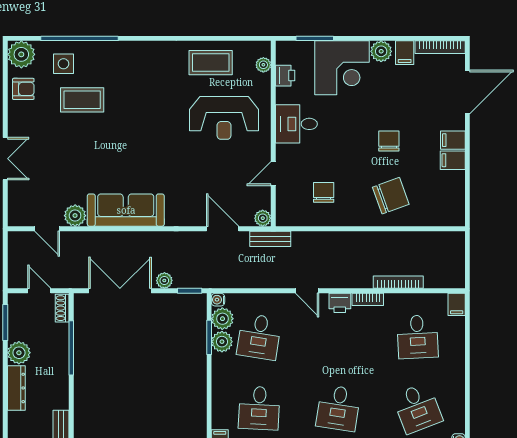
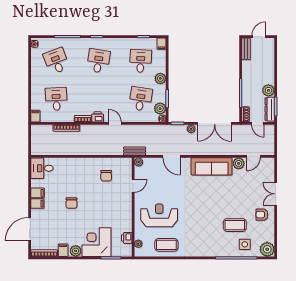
armchair: (23, 89) -> (262, 215), moved
desk: (296, 124) -> (42, 168), moved, turned 180
chair: (391, 196) -> (70, 174), removed
door: (47, 229) -> (253, 156), swing flipped
door: (223, 229) -> (172, 156), moved
plant: (222, 342) -> (160, 78), moved
dresser: (16, 388) -> (270, 109), moved

